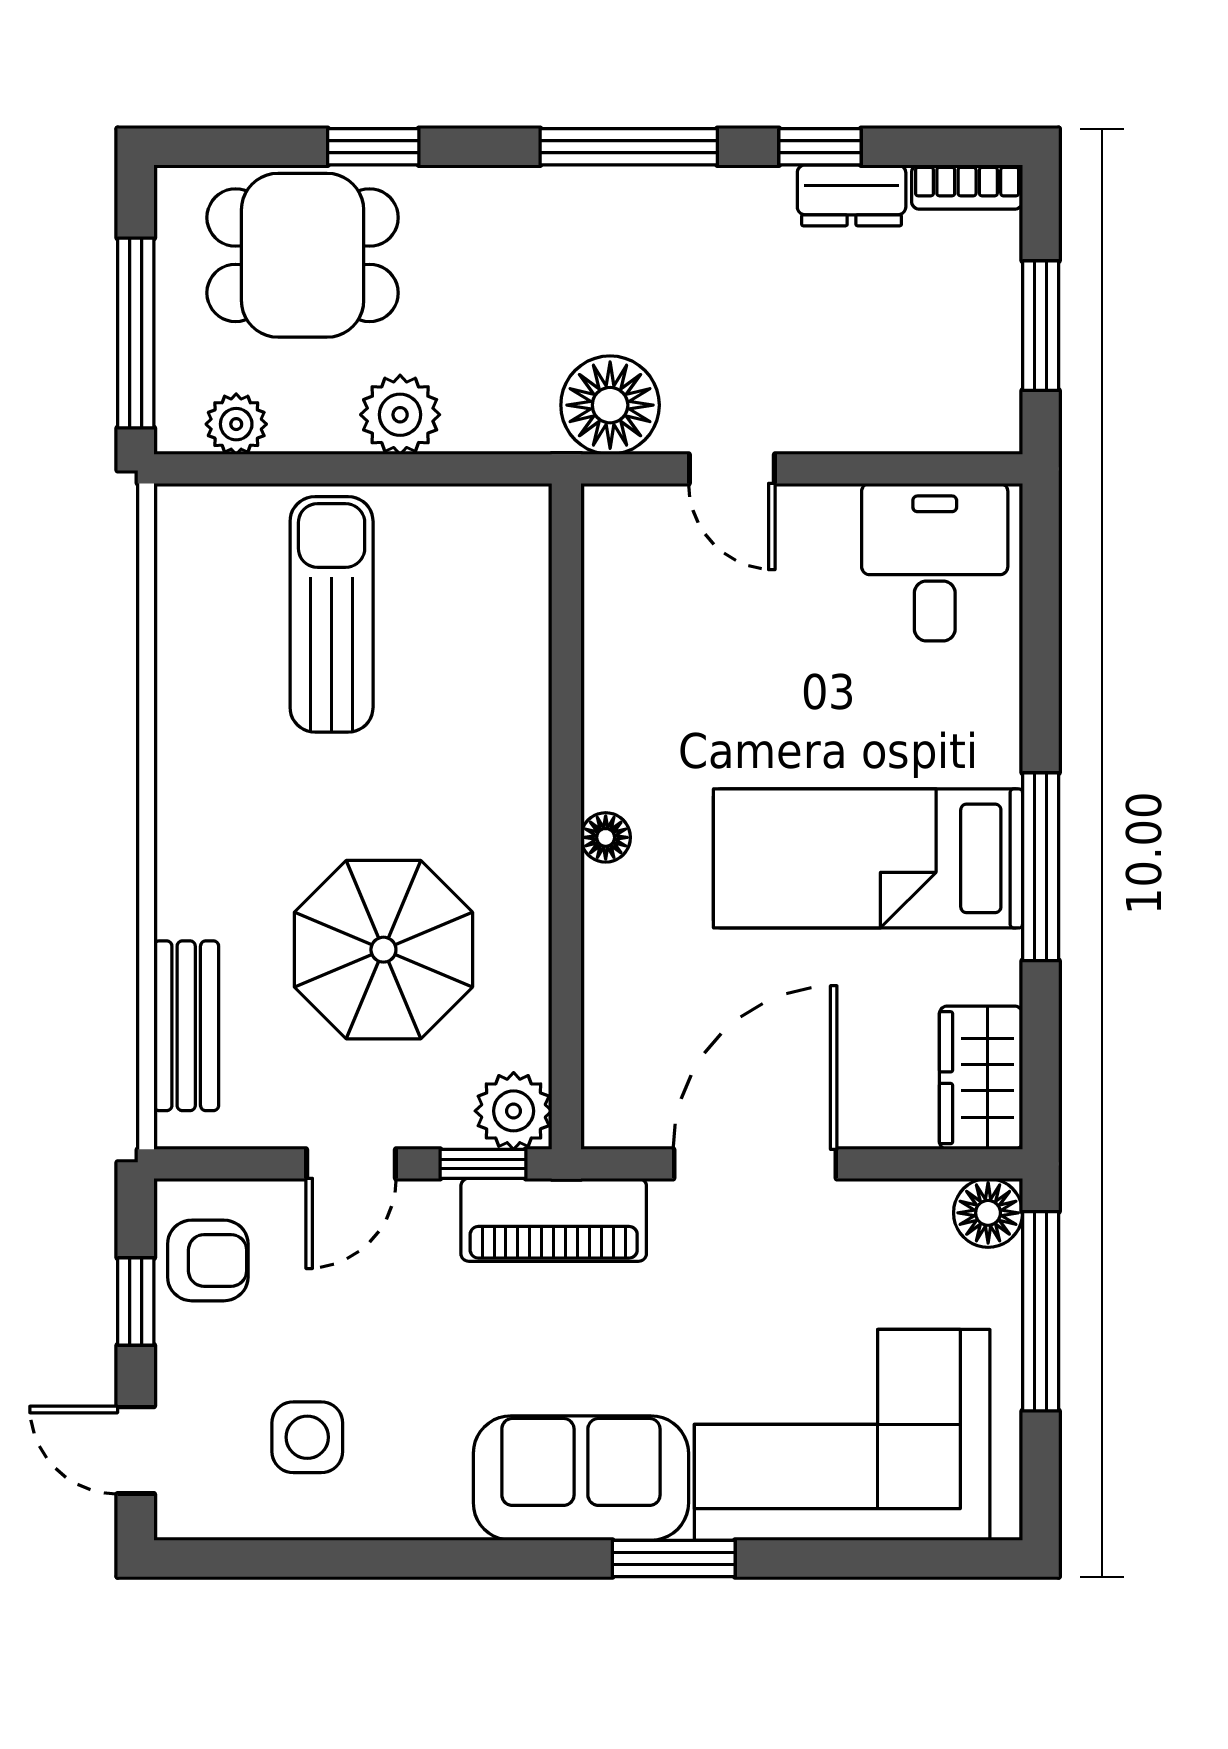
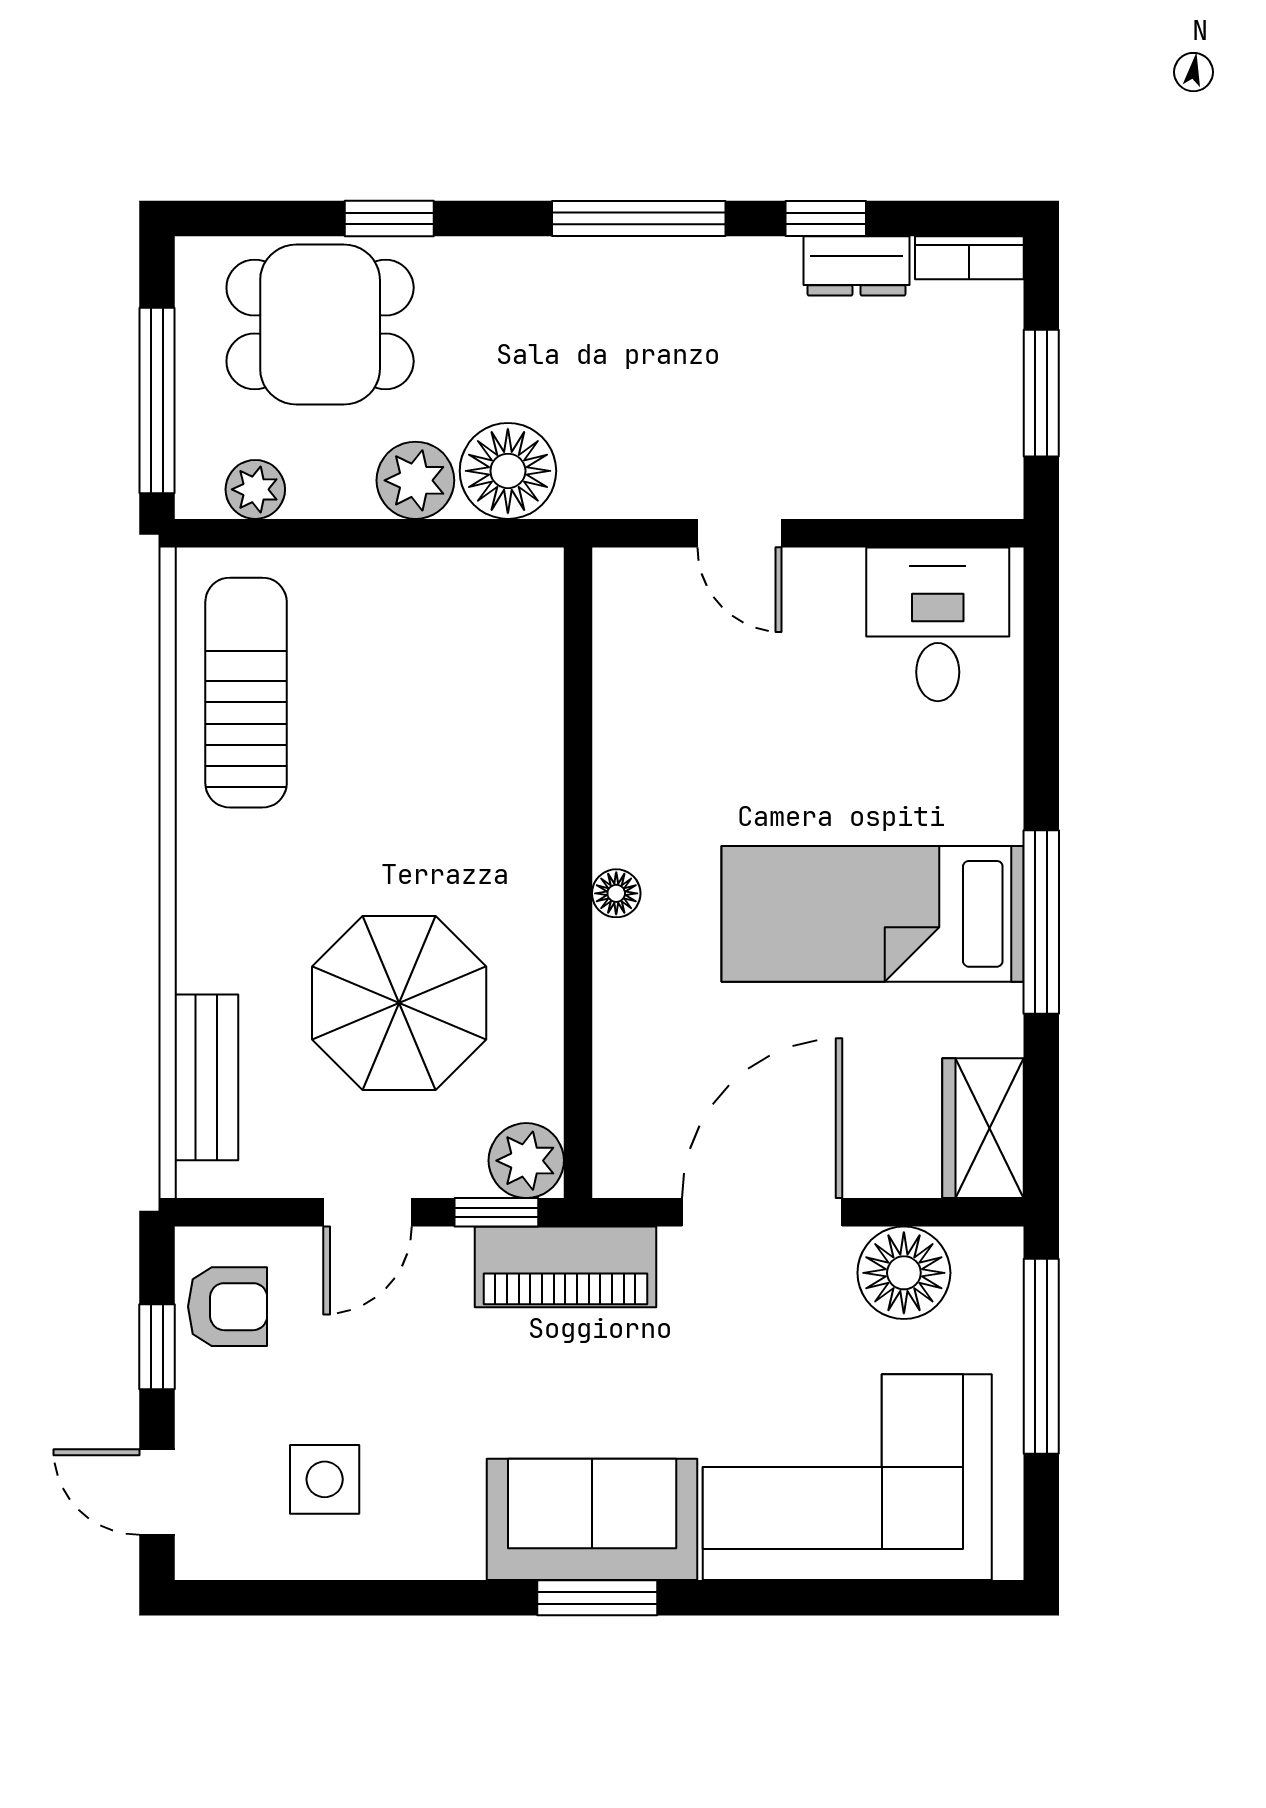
floor lamp: (610, 405) -> (508, 471), moved
sun lounger: (332, 614) -> (246, 693), moved
floor lamp: (988, 1213) -> (904, 1273), moved, width x1.38, depth x1.38
window: (674, 1558) -> (597, 1598), moved

